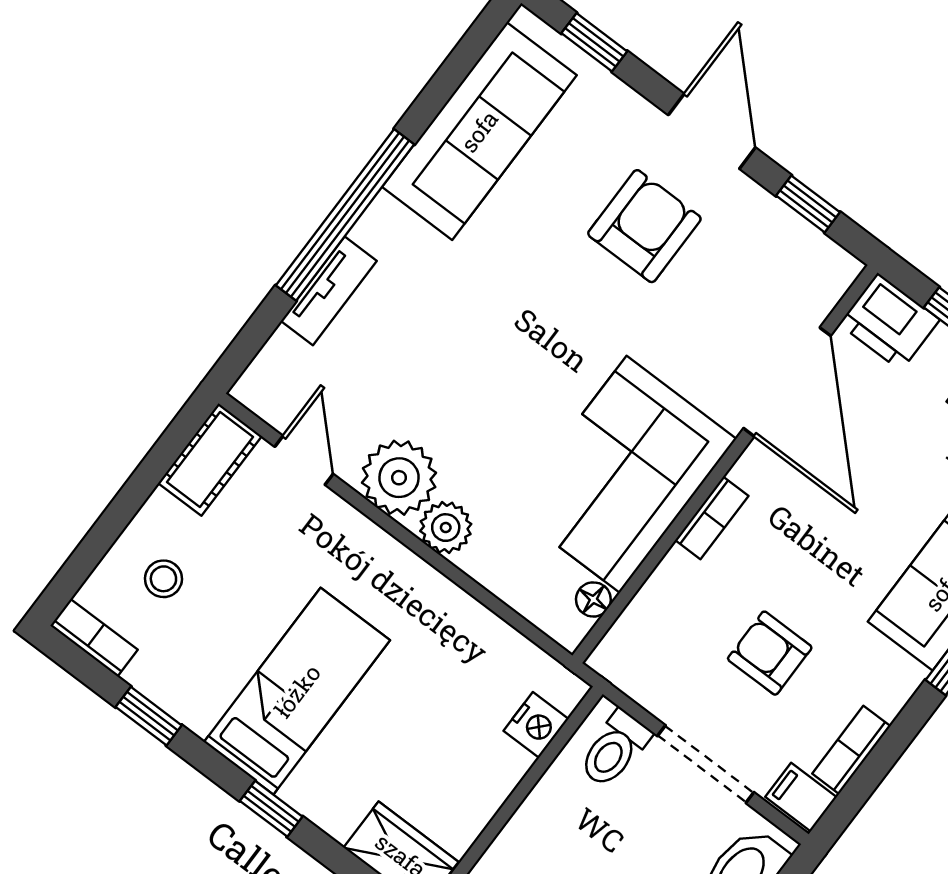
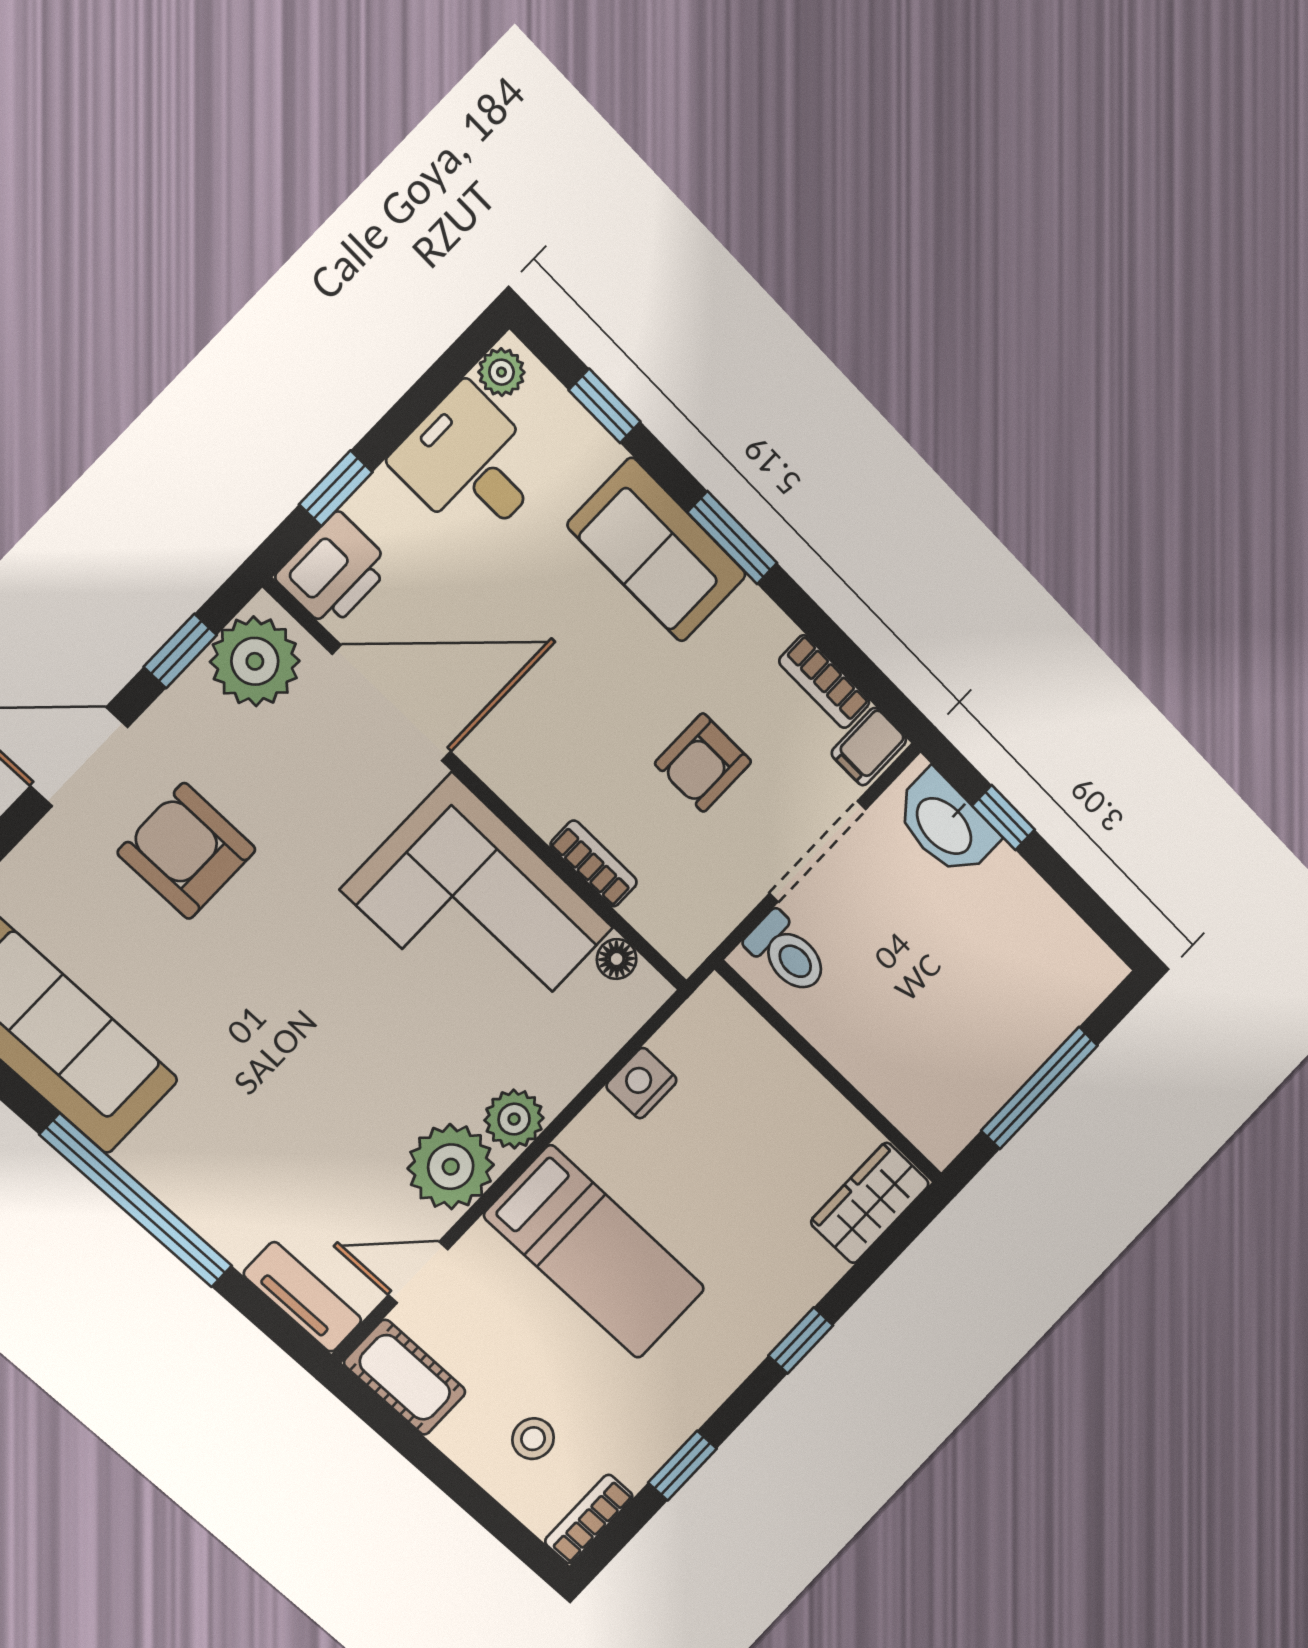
plant: (807, 265) -> (255, 661), added
tv unit: (329, 291) -> (303, 1297), moved
bookcase: (712, 518) -> (594, 864), moved
bed: (297, 691) -> (595, 1252), moved, turned 180
nightstand: (536, 725) -> (642, 1083), moved, turned -90

